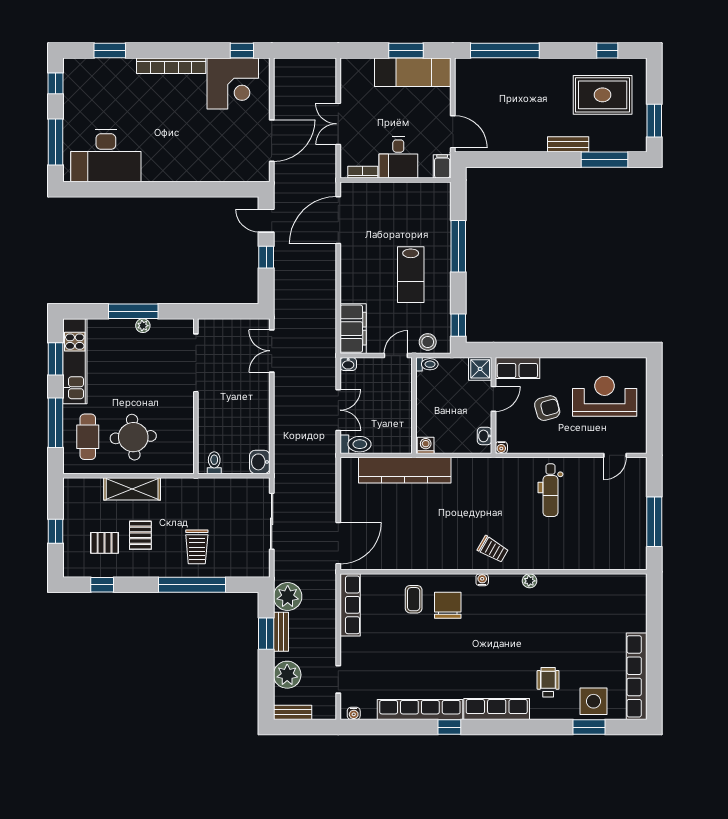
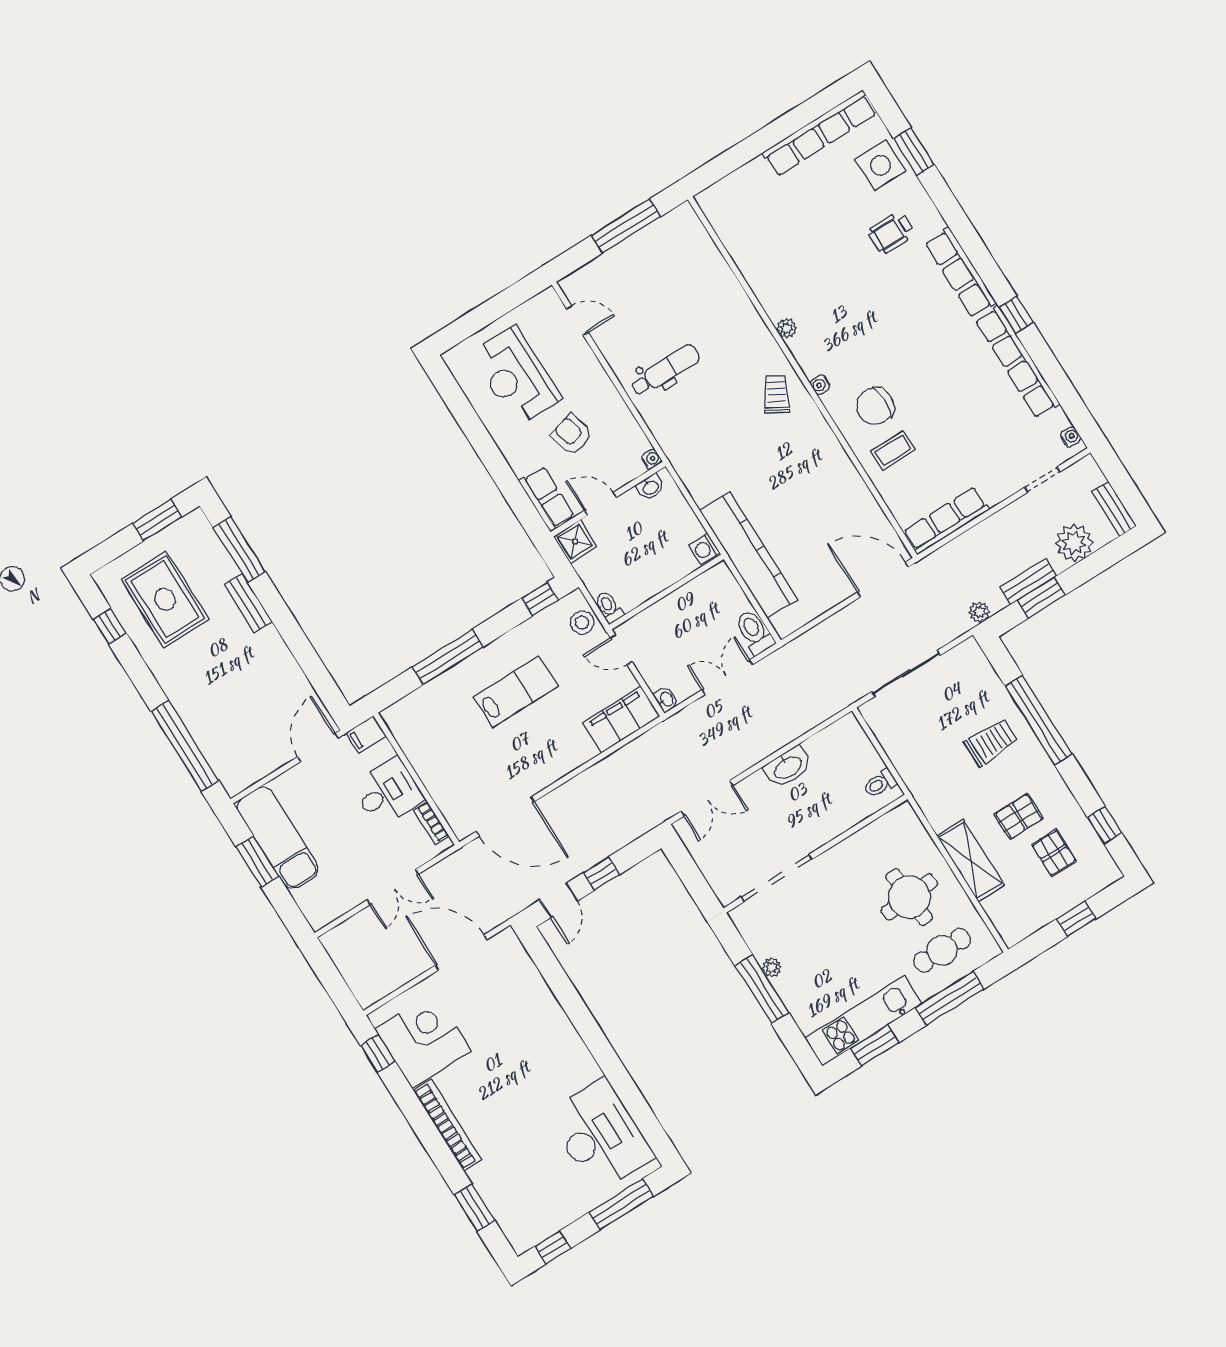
washbasin: (260, 462) -> (788, 767), moved, width x1.38
plant: (288, 596) -> (979, 612), width x0.53, depth x0.53

